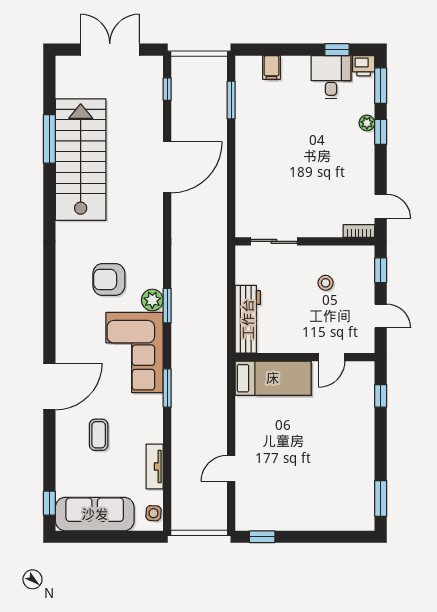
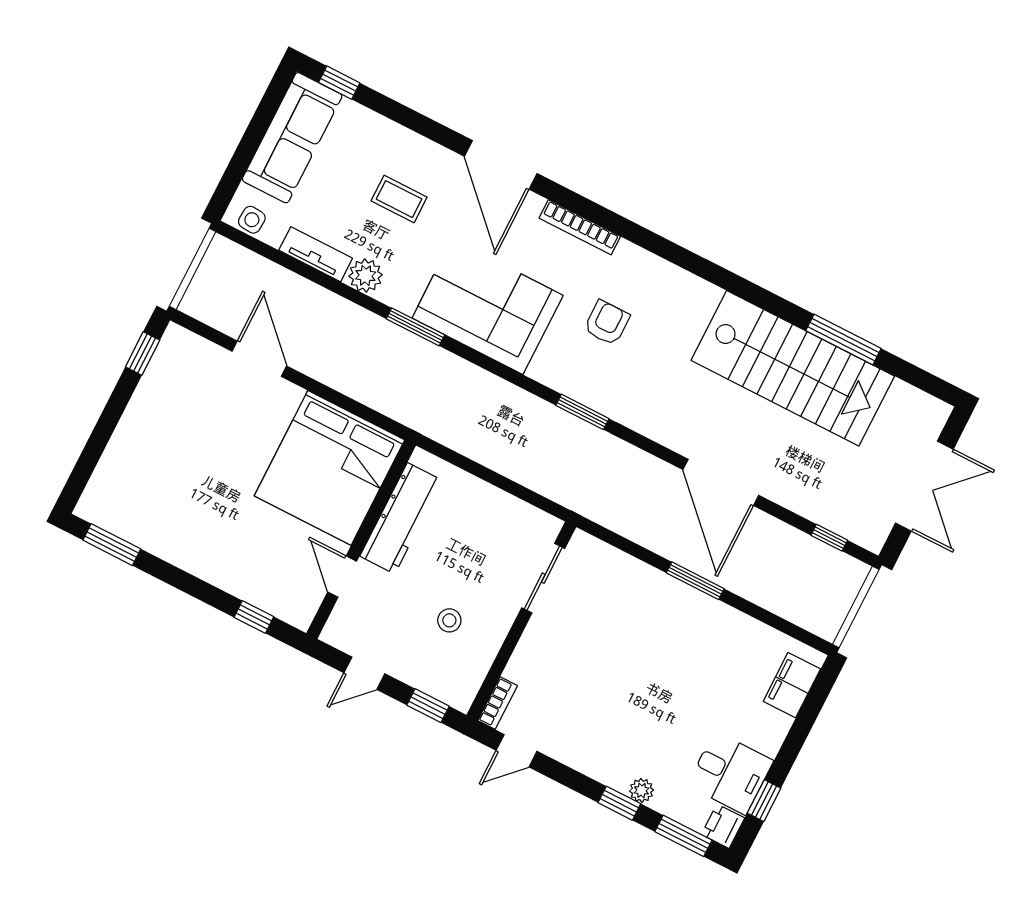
filing cabinet: (271, 67) -> (792, 685), width x2.00
window: (231, 100) -> (695, 581), moved
armchair: (109, 279) -> (607, 323), width x0.72, depth x0.72
plant: (152, 300) -> (366, 276), moved
window: (167, 306) -> (582, 412), moved
workbench: (248, 319) -> (401, 518), moved, turned -90
bookcase: (62, 323) -> (580, 227), added
bed: (273, 378) -> (329, 468), width x2.04
door: (231, 468) -> (259, 359), width x1.38

